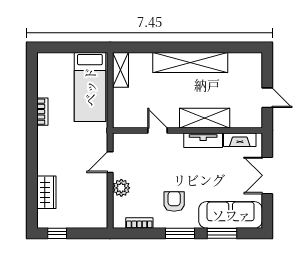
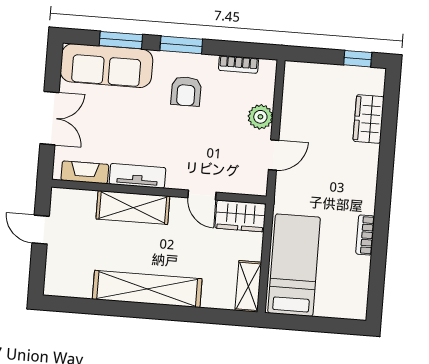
wardrobe: (130, 118) -> (241, 216), added

